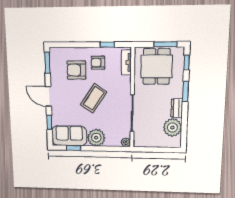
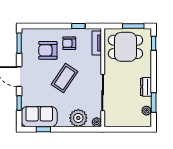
dining table: (157, 66) -> (125, 47), turned 90
window: (185, 92) -> (154, 102), moved
plant: (172, 128) -> (146, 111), width x0.53, depth x0.53
plant: (96, 138) -> (78, 118), moved

